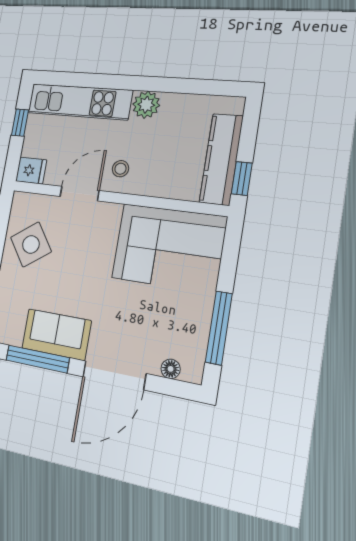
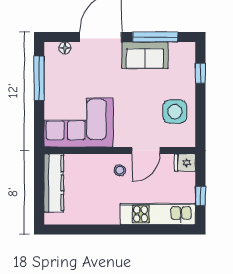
plant: (146, 105) -> (109, 215), removed
window: (242, 178) -> (39, 172), removed
side table: (31, 244) -> (175, 112), turned 35

